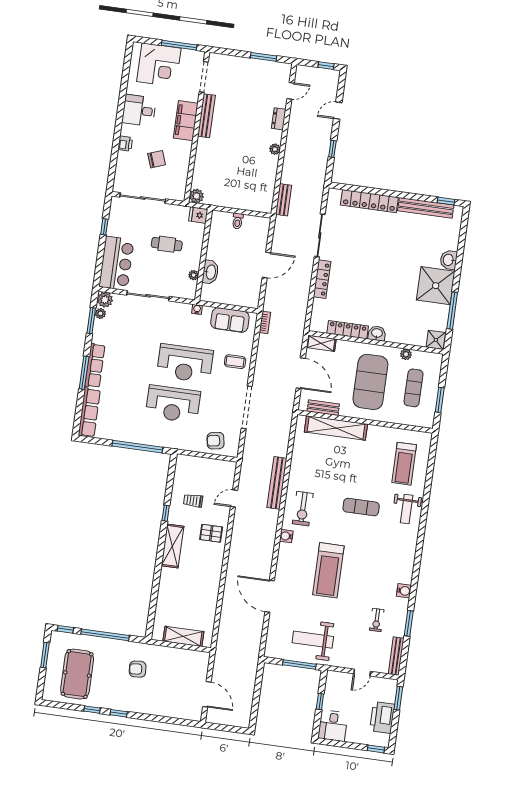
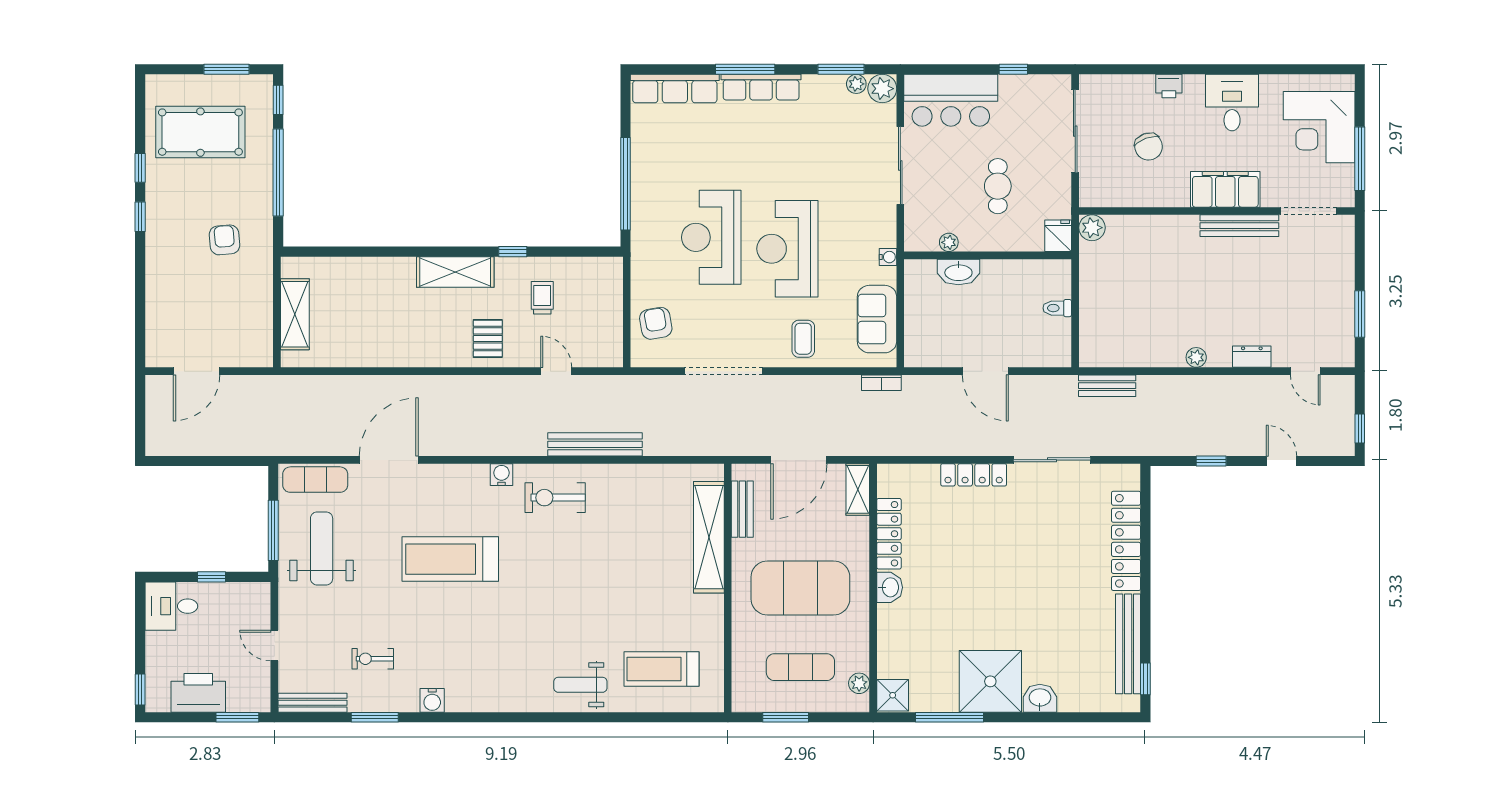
plant: (406, 354) -> (859, 683), moved
exercise mat: (361, 507) -> (315, 480), moved, turned 90

